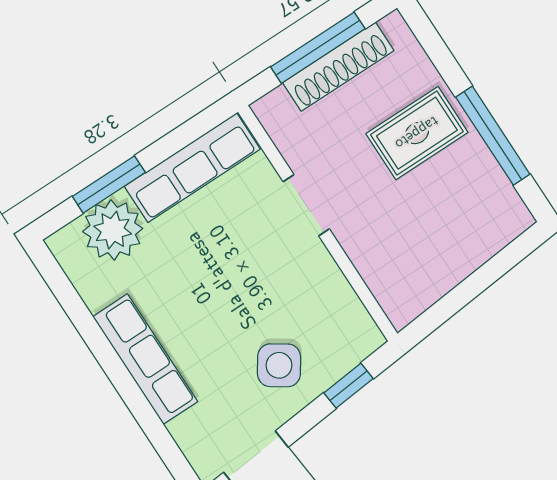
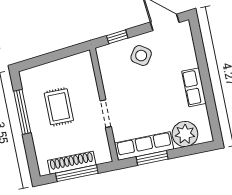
rug: (417, 133) -> (59, 107), moved, turned 90
window: (109, 184) -> (152, 158), moved
row of seats: (145, 359) -> (194, 87), width x0.68

